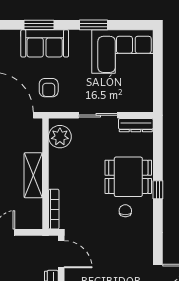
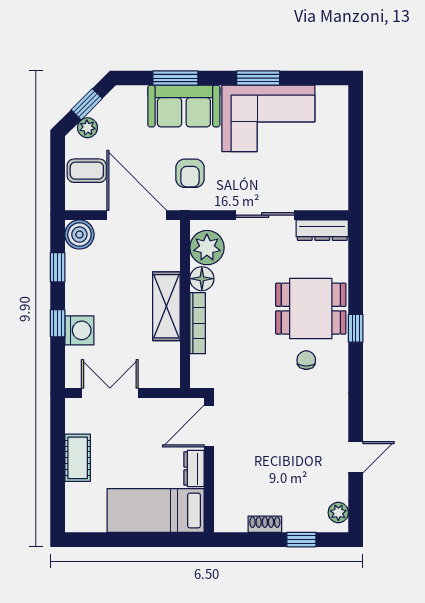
corner sofa: (122, 52) -> (268, 118), moved
floor lamp: (57, 157) -> (202, 279), added
bookcase: (54, 209) -> (198, 323), moved
door: (61, 254) -> (209, 426), swing flipped

